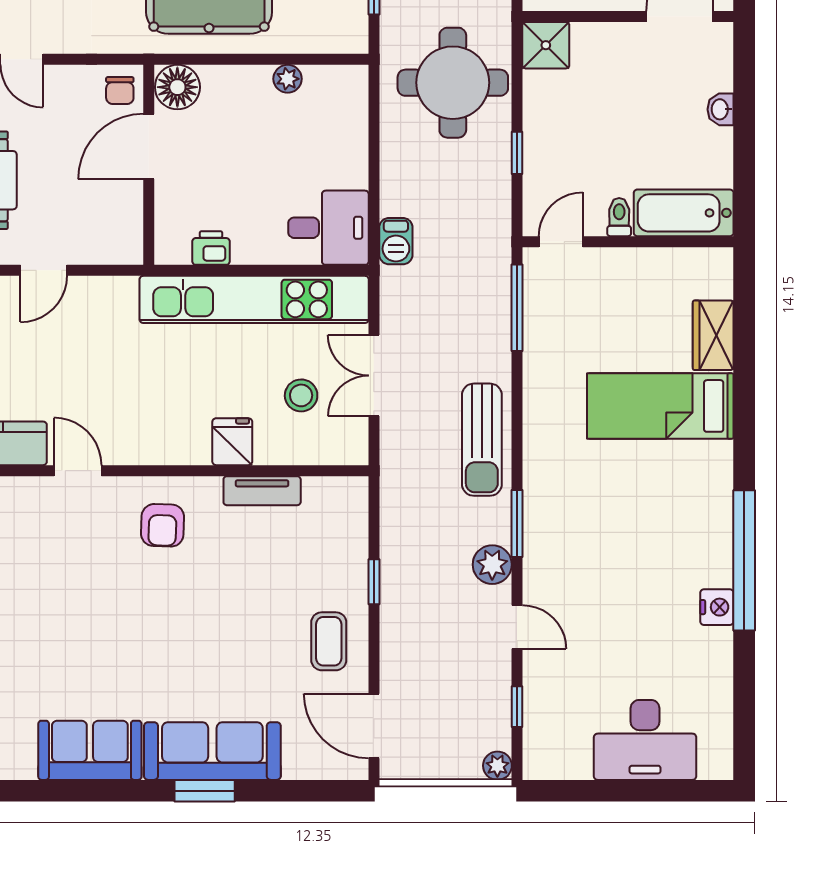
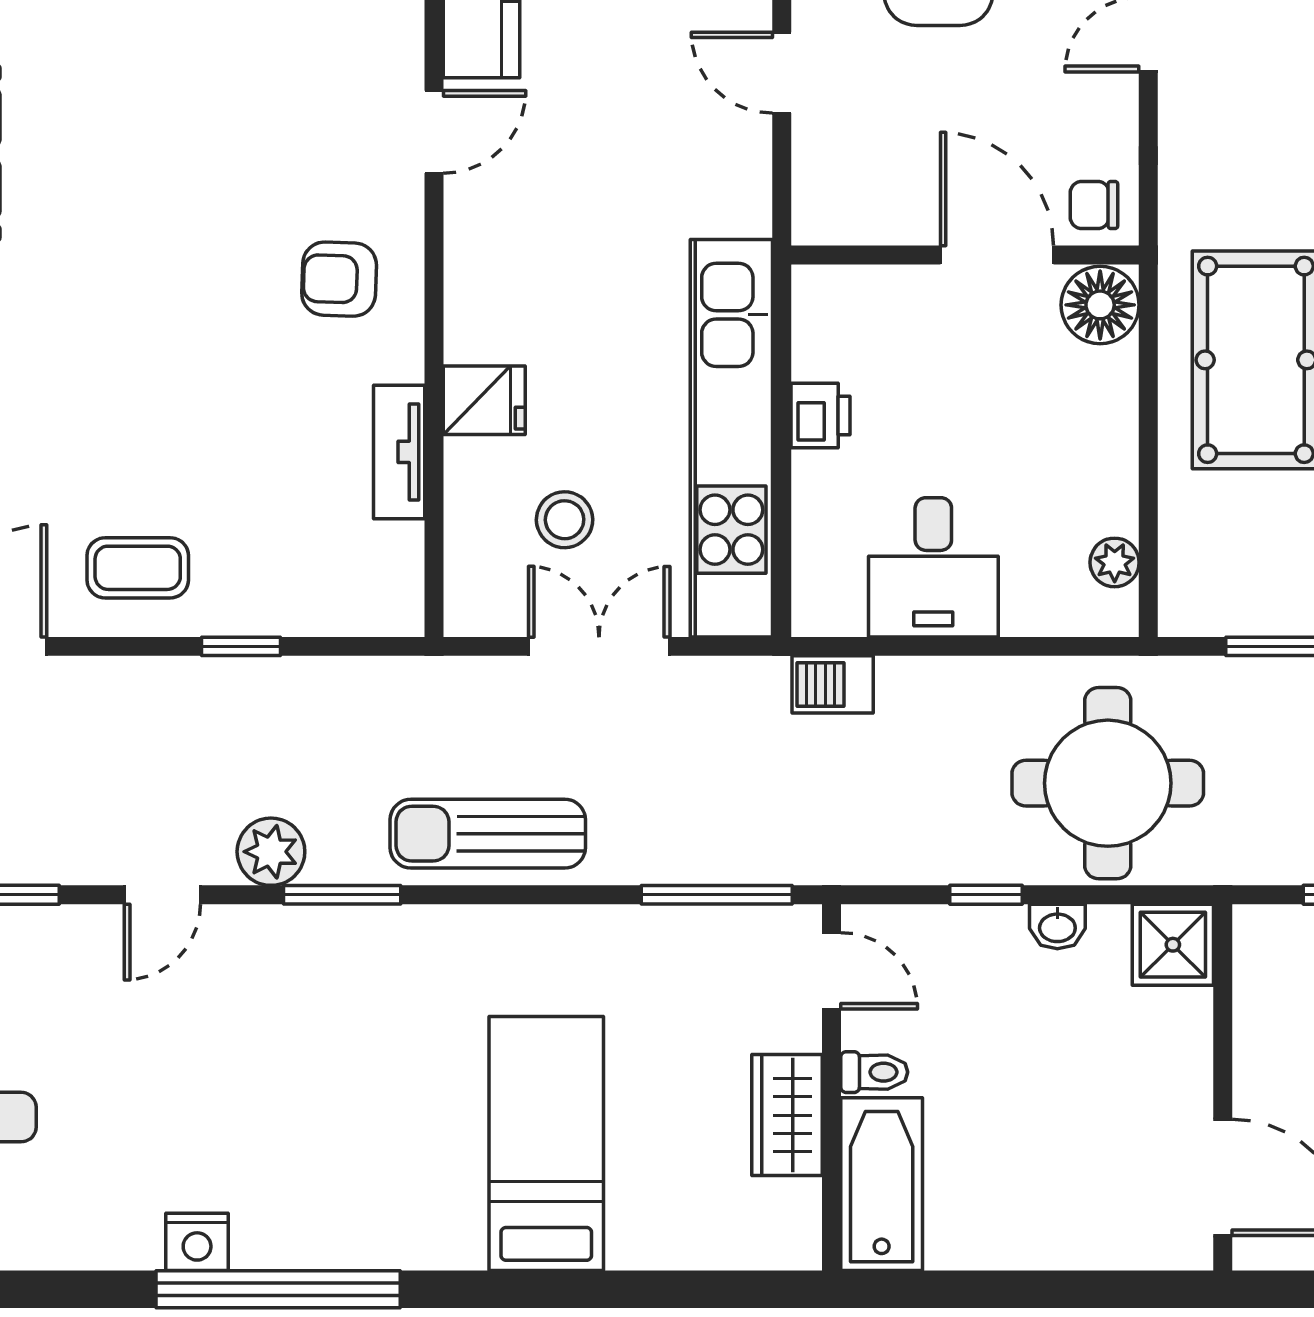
plant: (288, 79) -> (1115, 562), moved
washbasin: (721, 109) -> (1057, 927), moved, turned 180
desk: (328, 228) -> (933, 567), moved
printer: (211, 248) -> (821, 416), moved
wardrobe: (713, 335) -> (787, 1115), moved, turned -90

